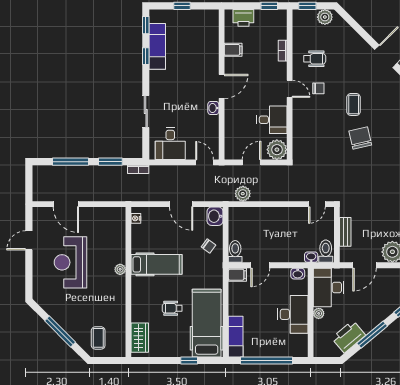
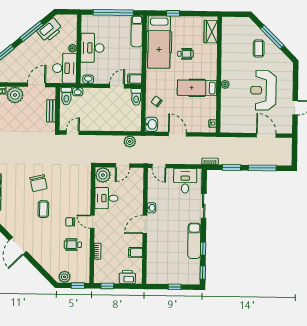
exam couch: (157, 46) -> (194, 241), moved
reception desk: (70, 262) -> (263, 90), turned 180
coffee table: (98, 338) -> (259, 48), moved

